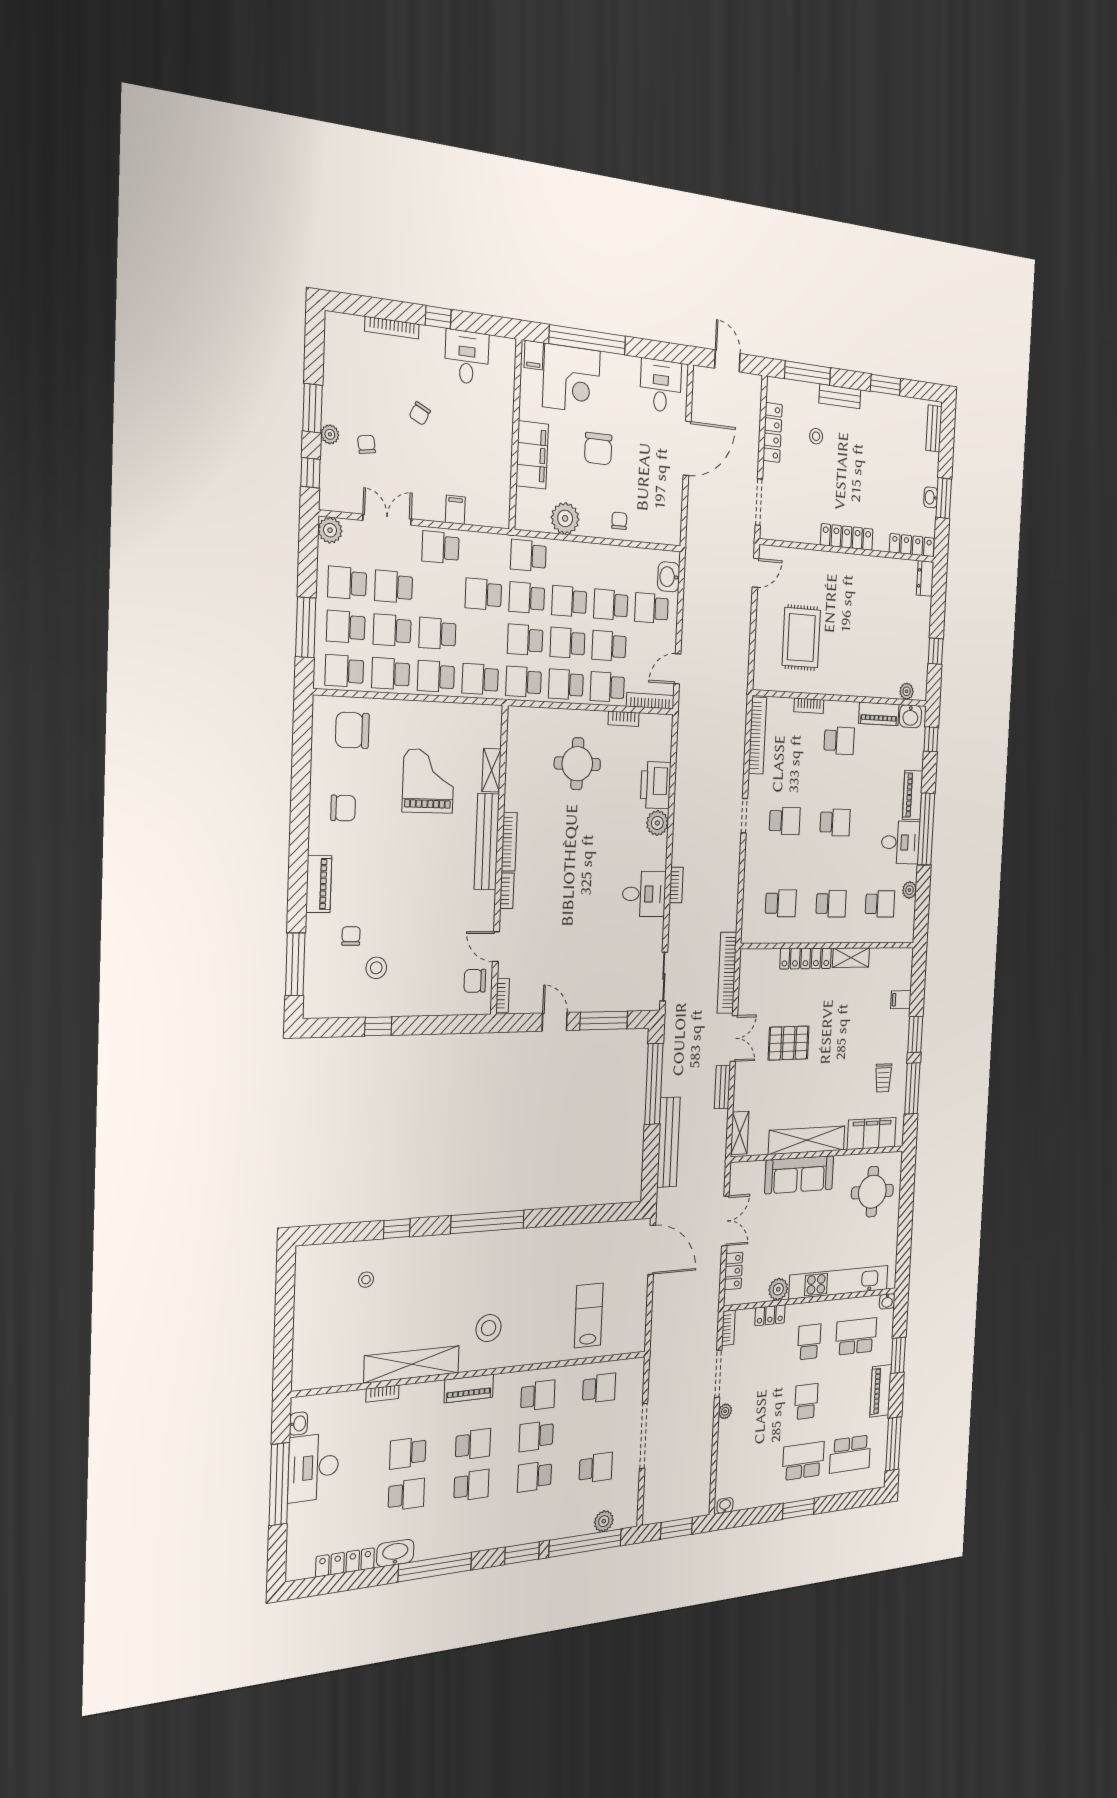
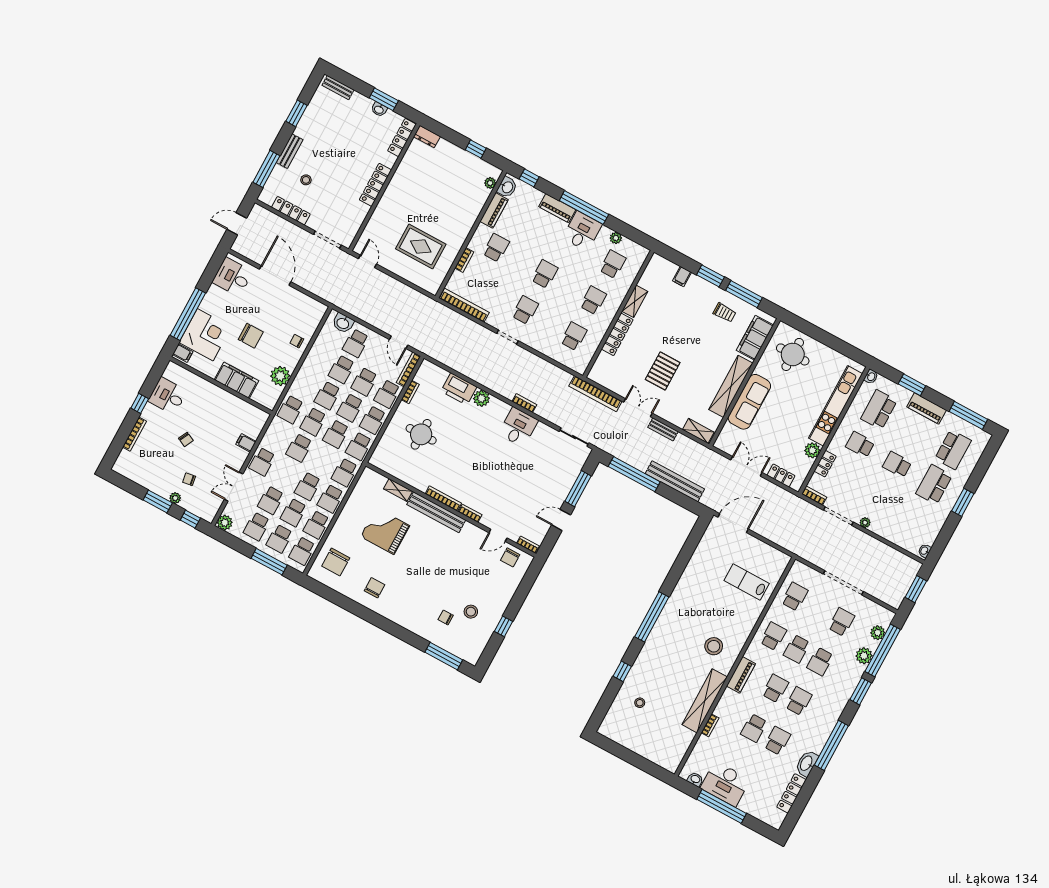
piano: (319, 884) -> (408, 622), removed
plant: (568, 1525) -> (864, 656), added

